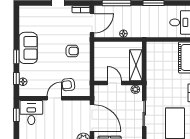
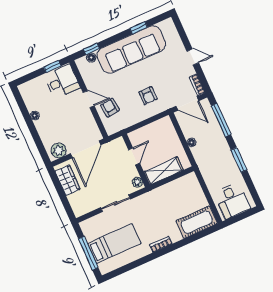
sofa: (28, 48) -> (131, 49), width x1.85, depth x1.27
window: (16, 57) -> (139, 28), moved

